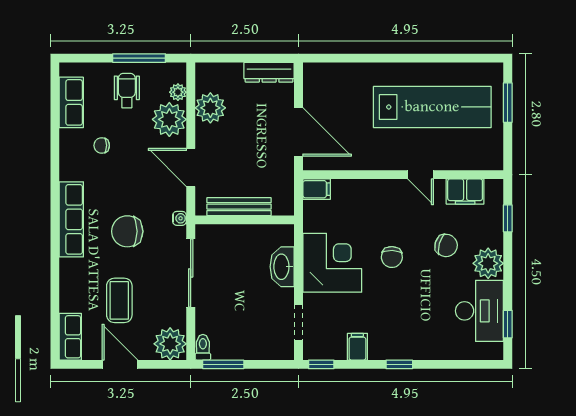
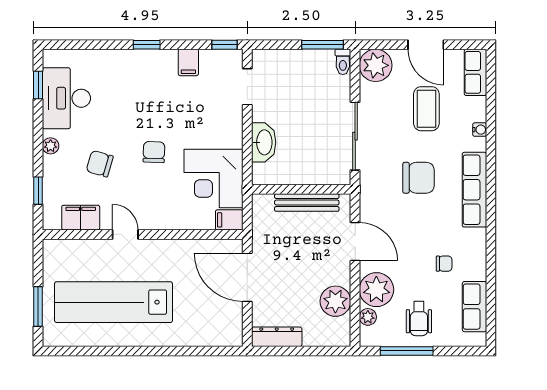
water cooler: (180, 218) -> (480, 130), moved, turned 180
corner desk: (332, 263) -> (213, 178), moved
plant: (488, 263) -> (51, 146), width x0.53, depth x0.53

